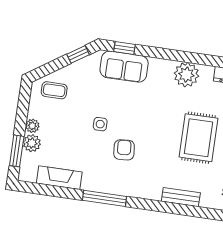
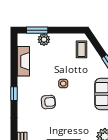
plant: (32, 126) -> (56, 38), removed
window: (105, 198) -> (14, 94), width x0.46

